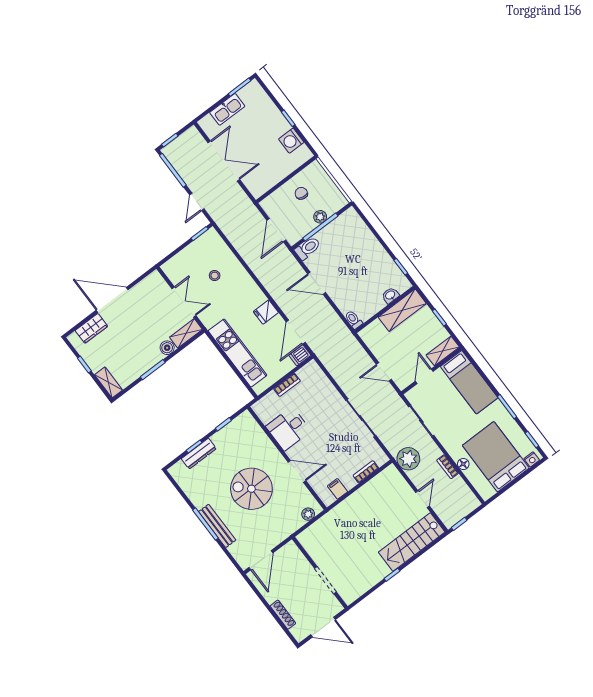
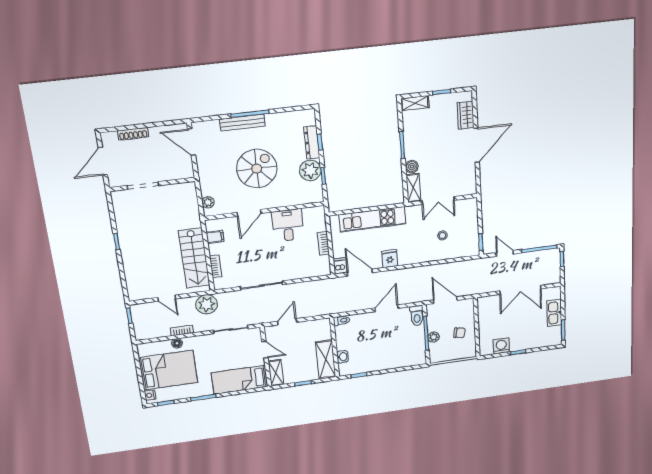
plant: (225, 439) -> (310, 170), added
stairs: (412, 542) -> (194, 258), moved, turned 180

